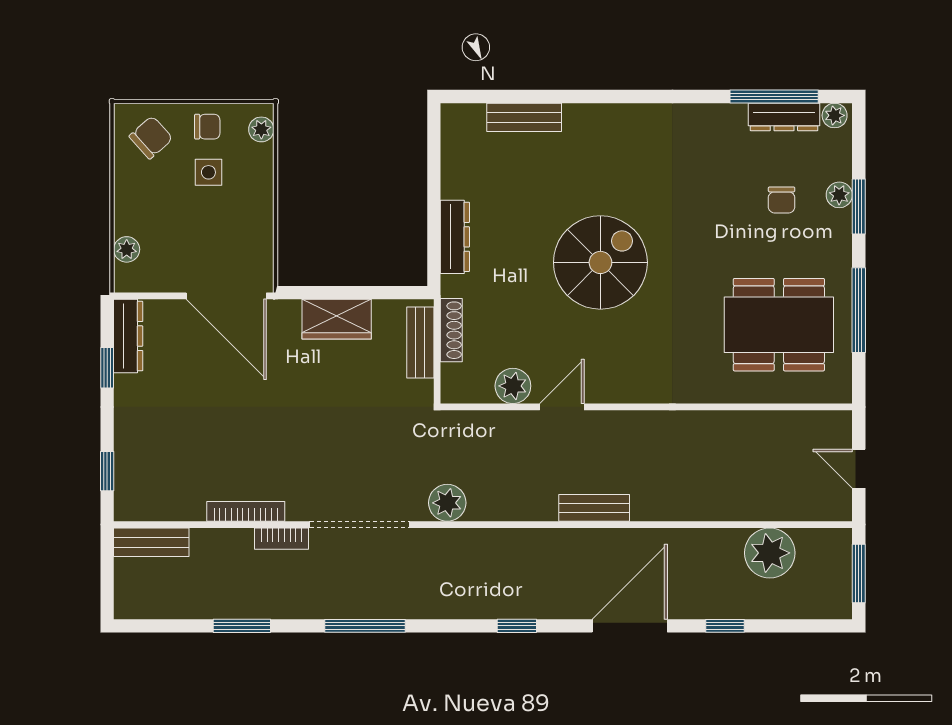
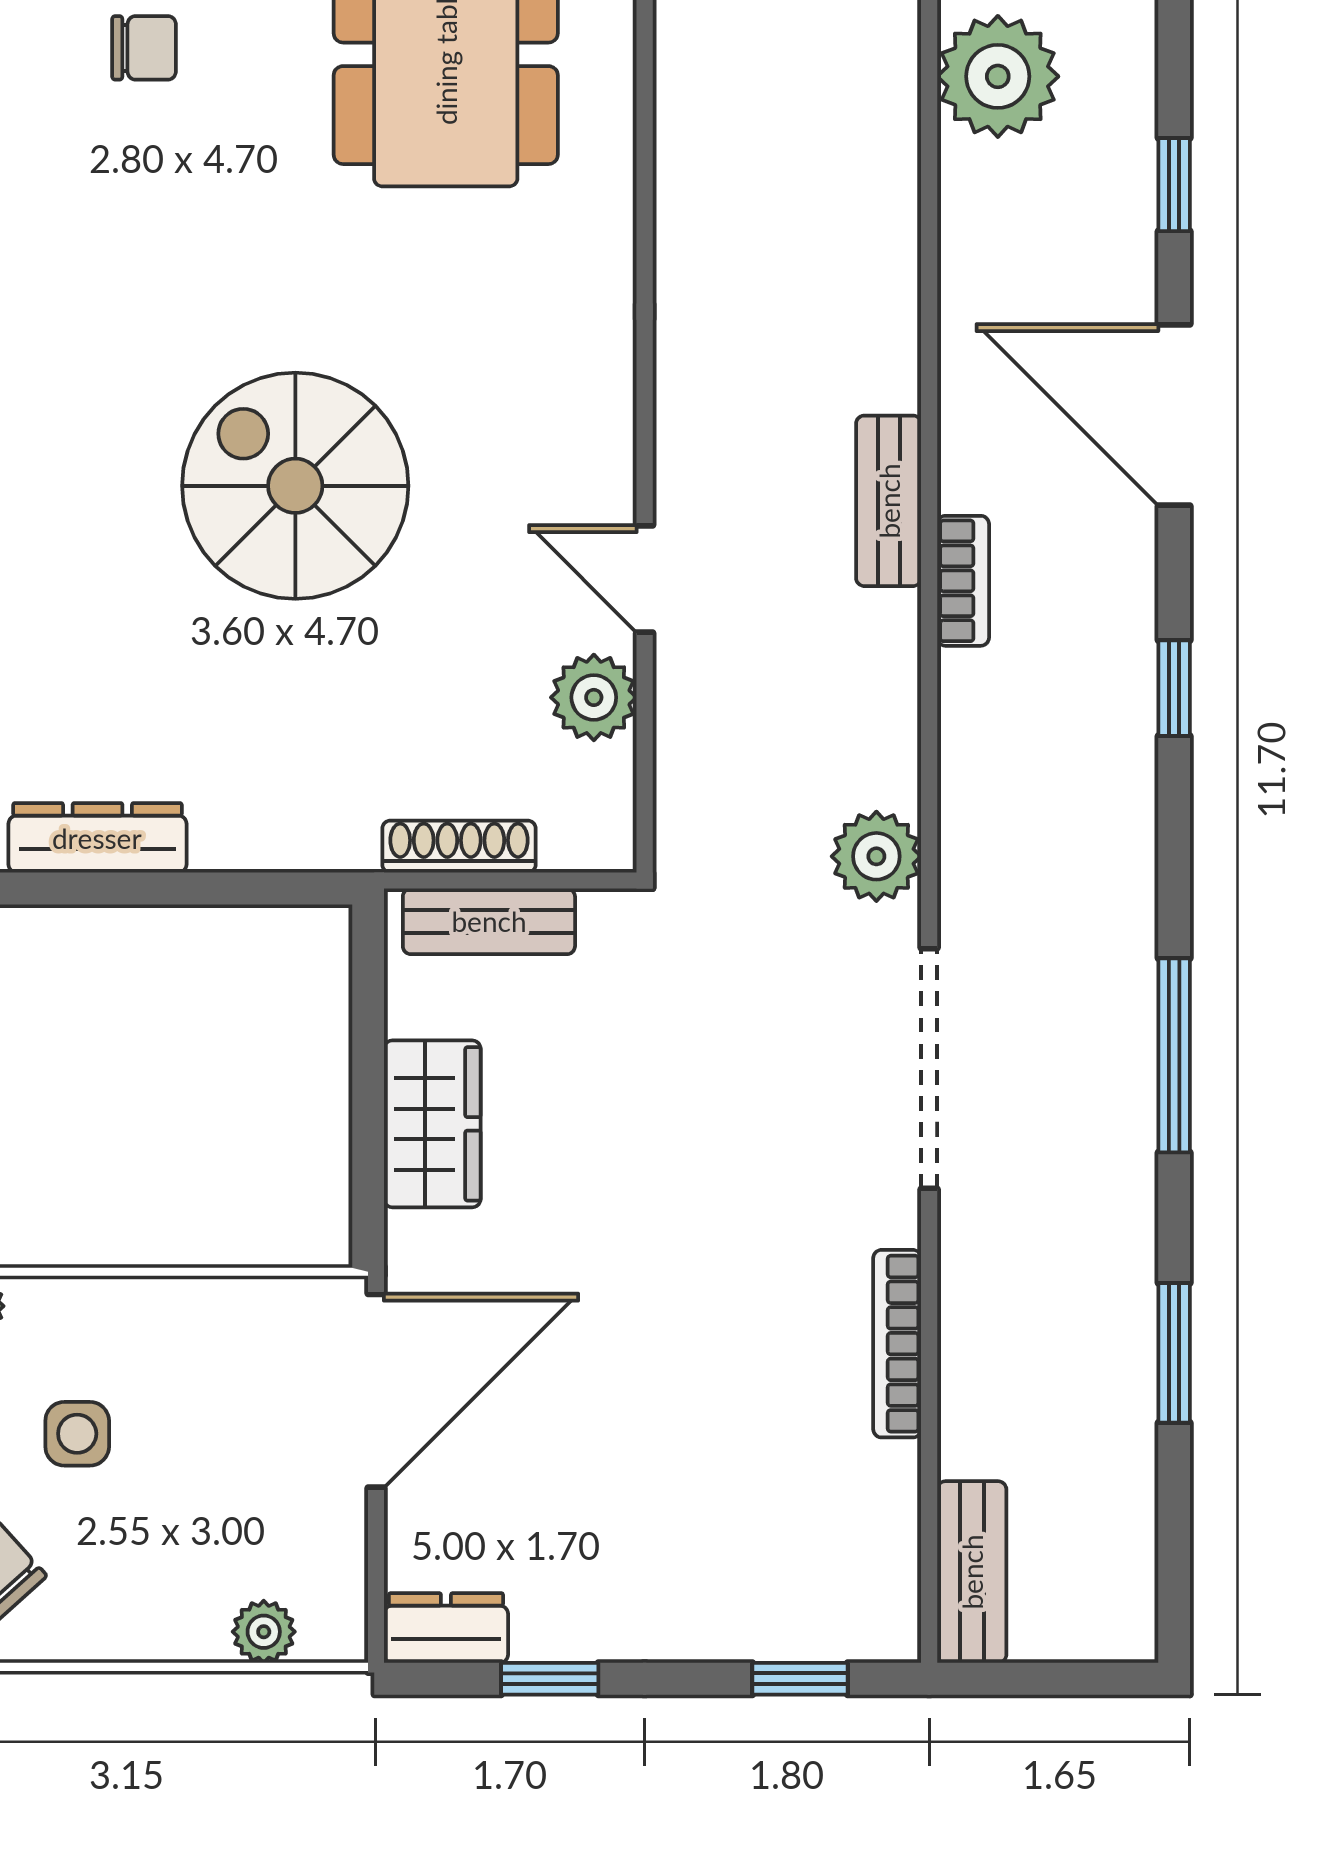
dresser: (455, 237) -> (97, 838), moved
dresser: (128, 336) -> (446, 1628), width x0.70
bookcase: (282, 539) -> (963, 581), moved

